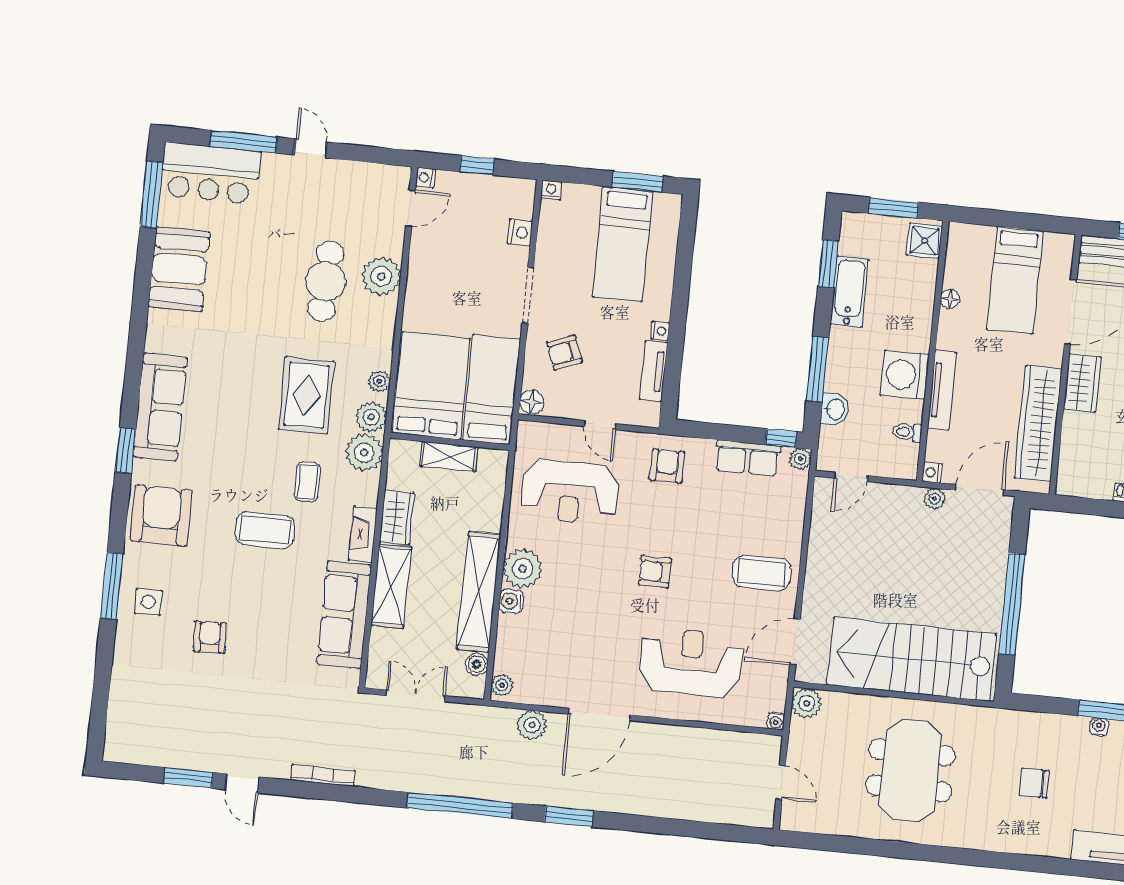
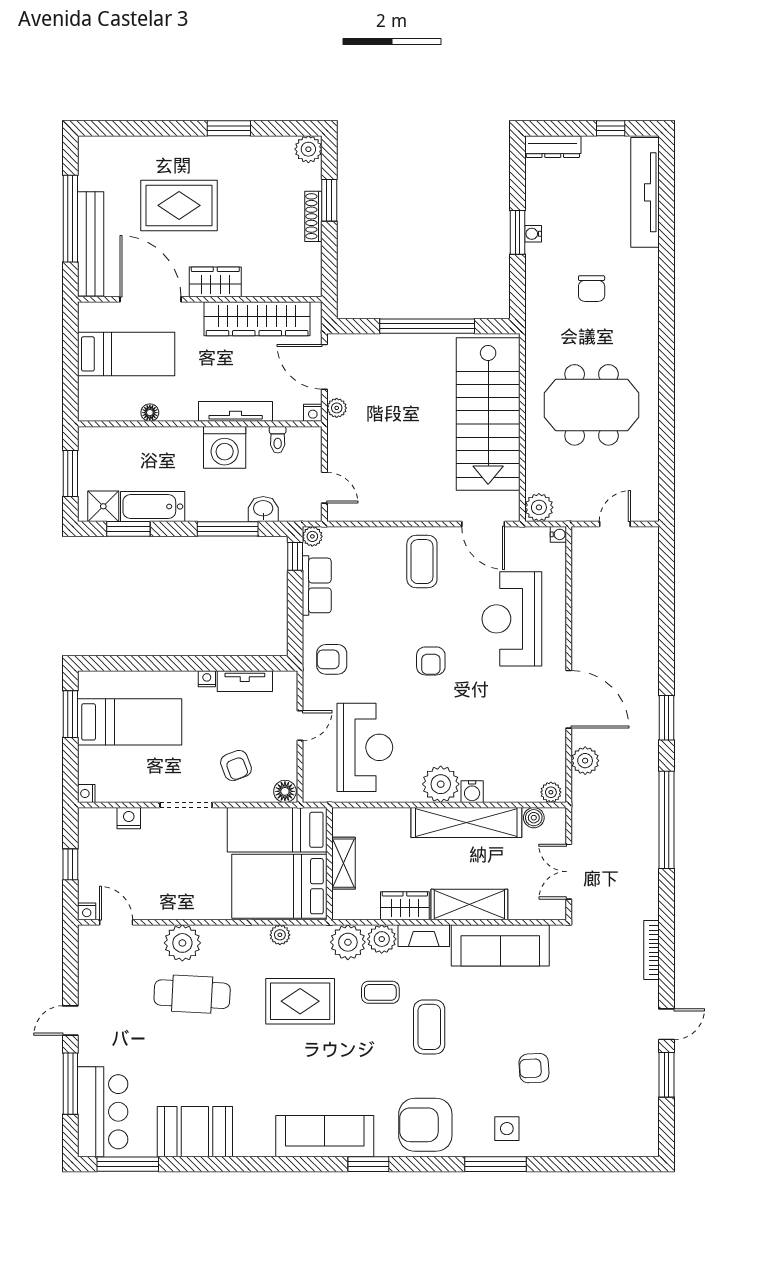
shower: (925, 241) -> (103, 506), moved
plant: (371, 417) -> (382, 939), moved

